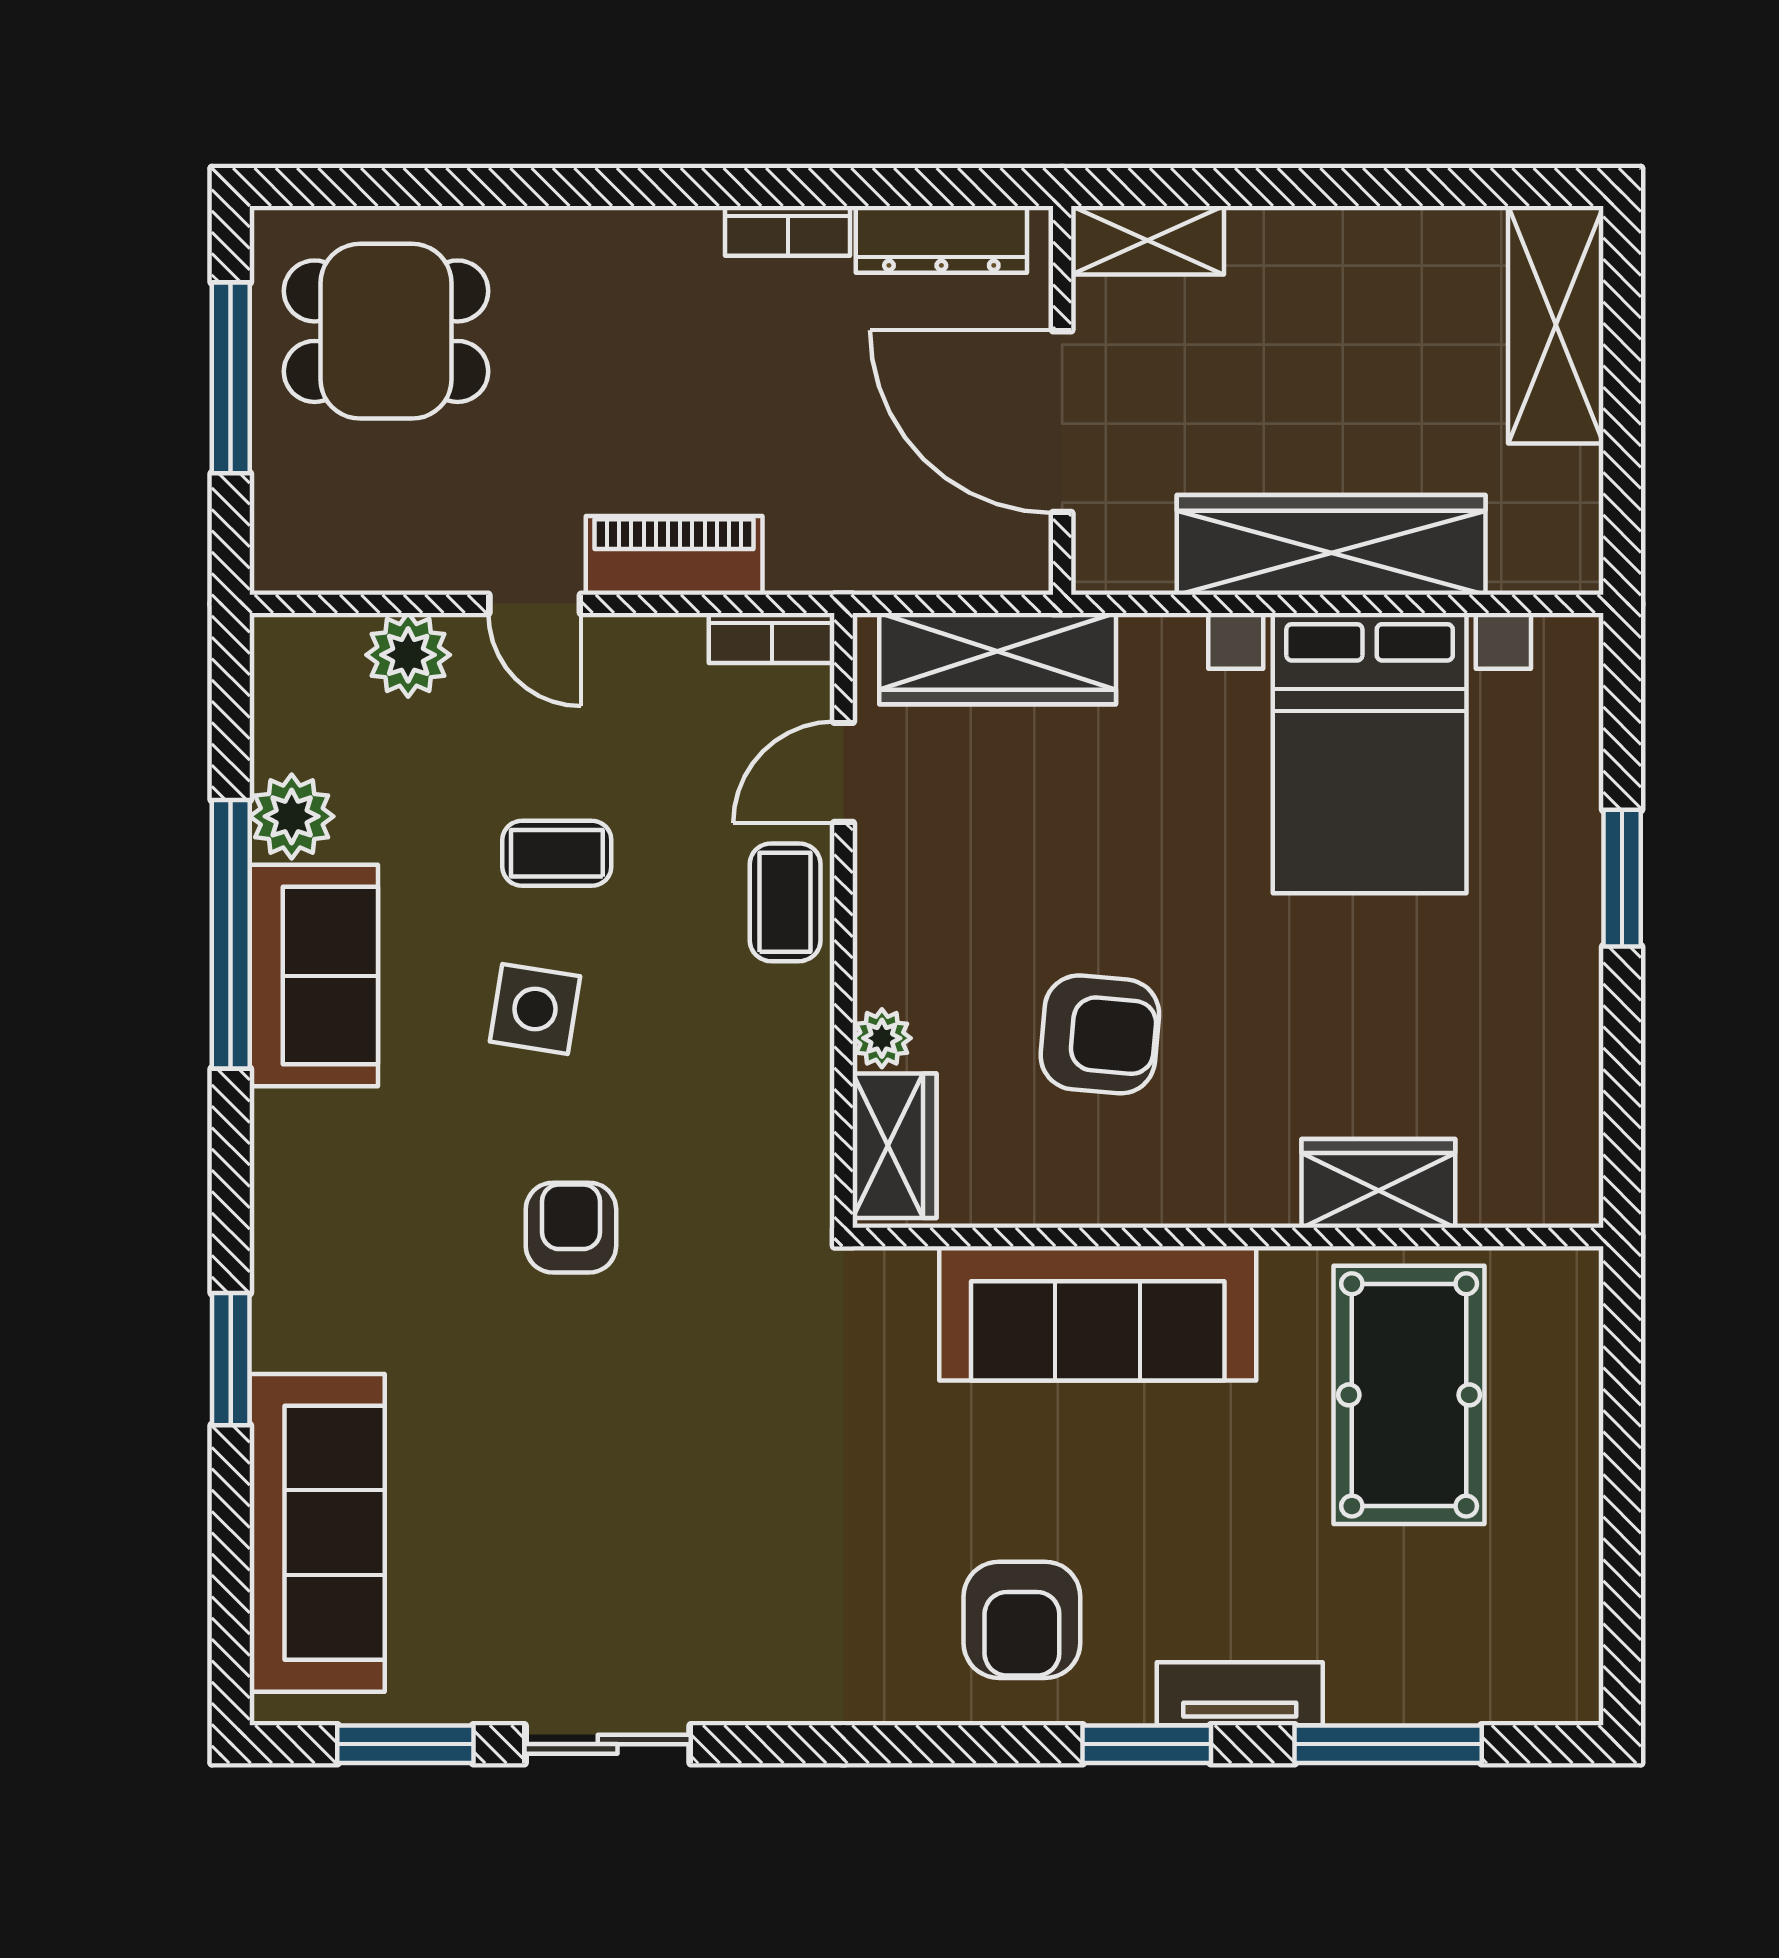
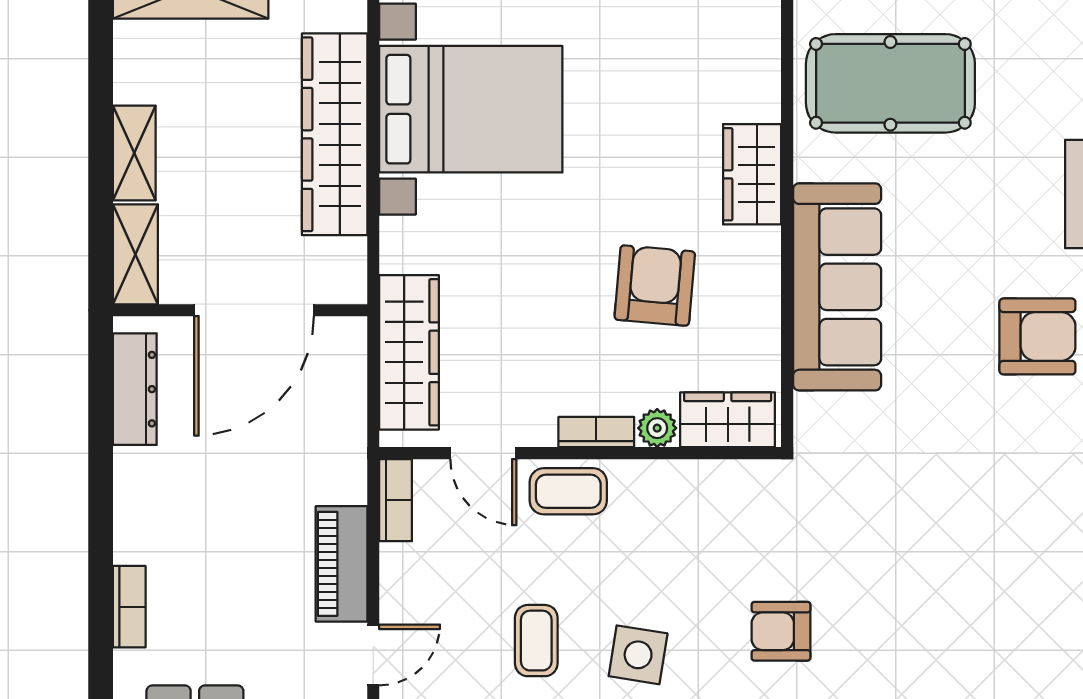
bookcase: (788, 231) -> (129, 607), moved
shelving: (1303, 239) -> (134, 153), added
bookcase: (876, 945) -> (596, 432), added
wardrobe: (1378, 1183) -> (752, 174), moved

